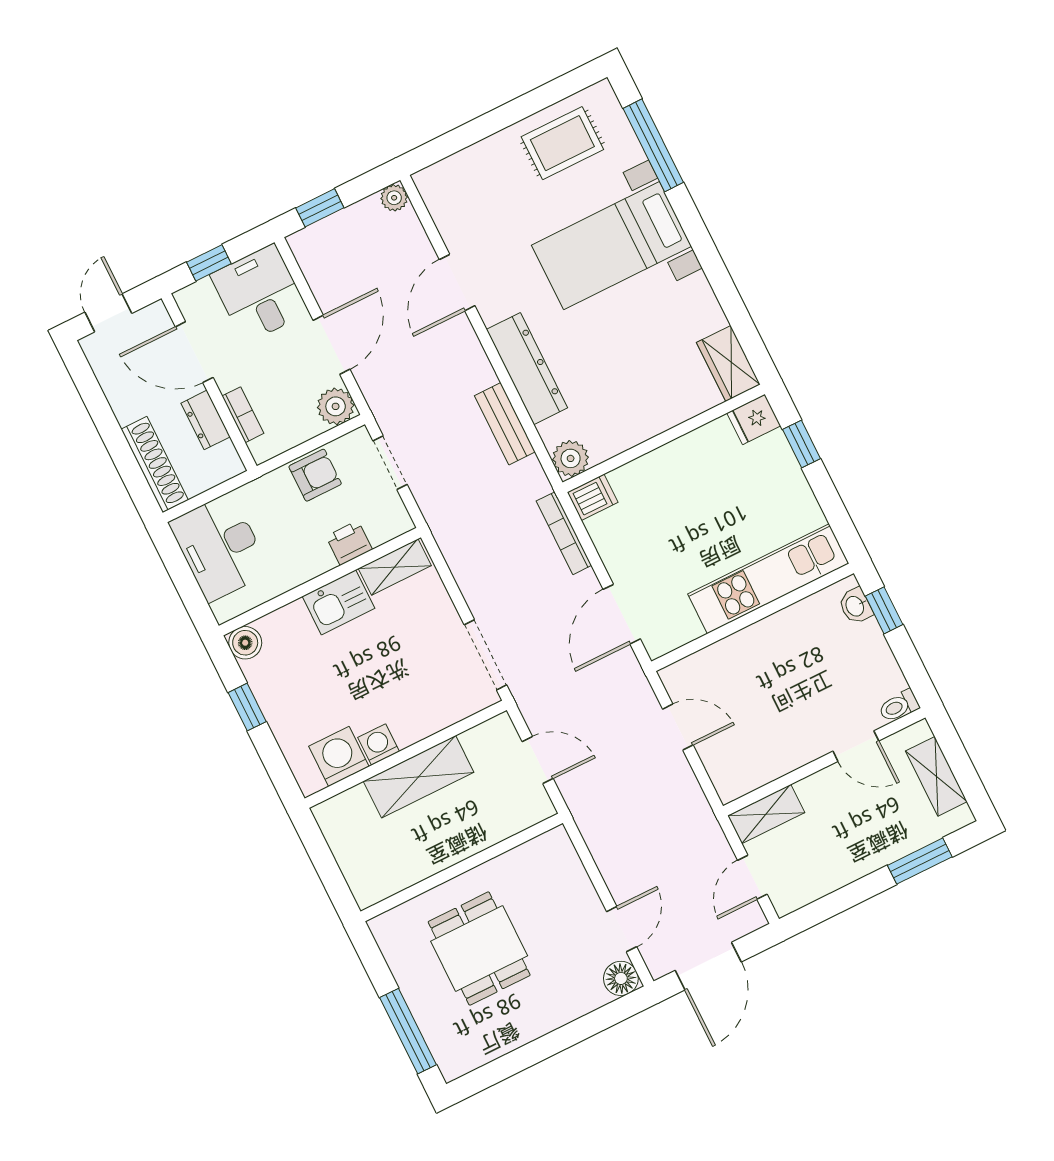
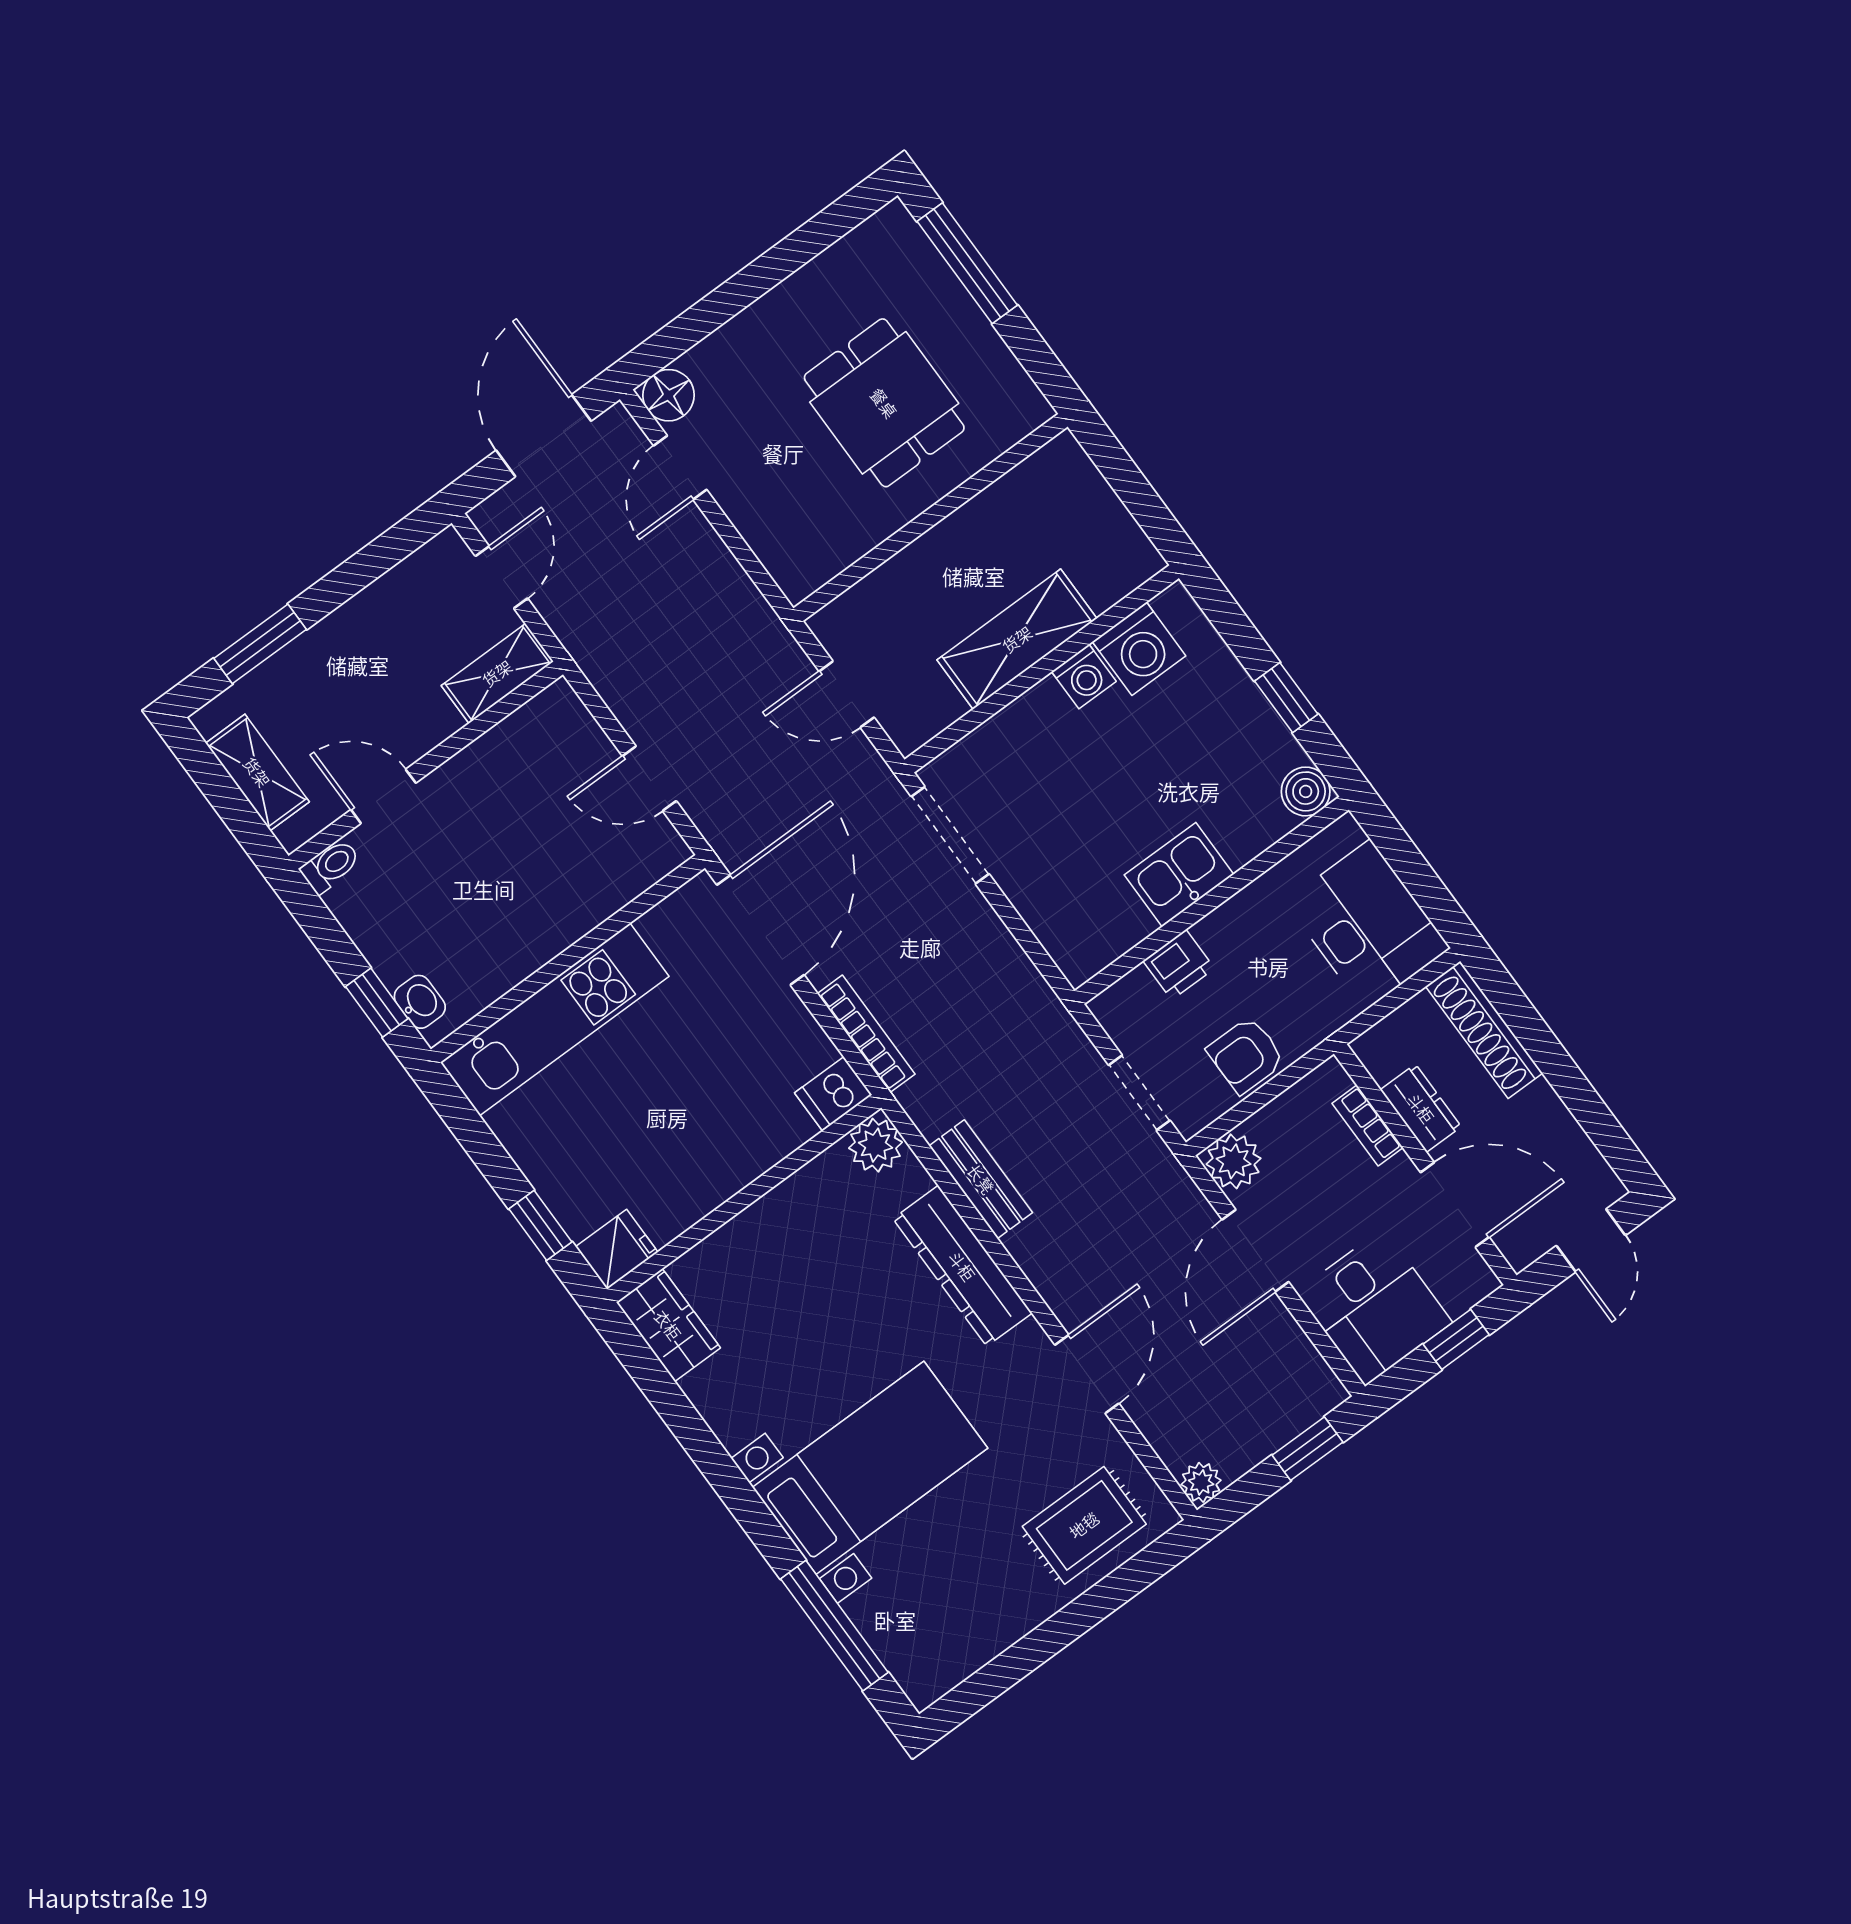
rug: (562, 143) -> (1084, 1525), moved
shelving: (395, 567) -> (1106, 941), removed
door: (622, 614) -> (761, 930), width x1.36

